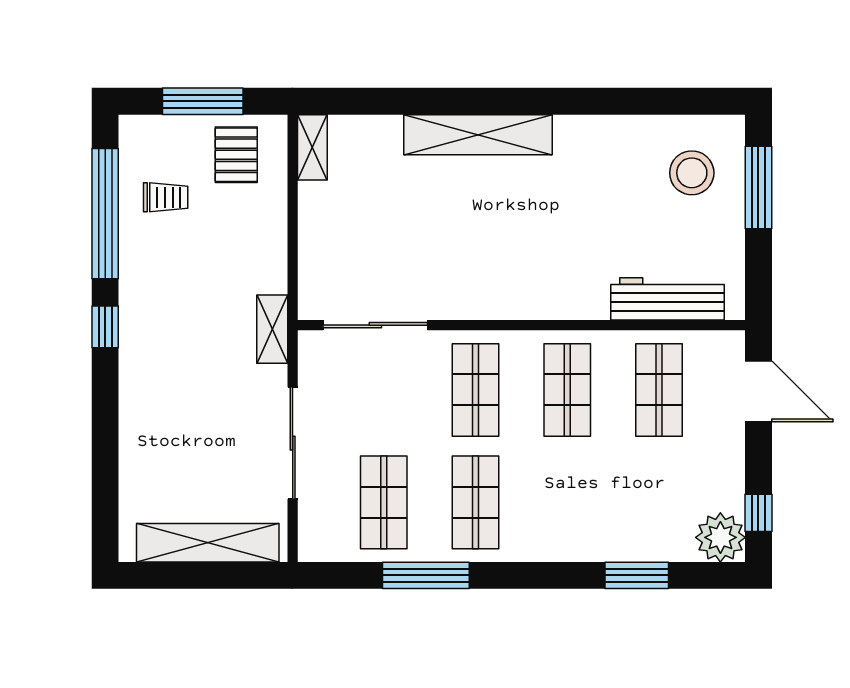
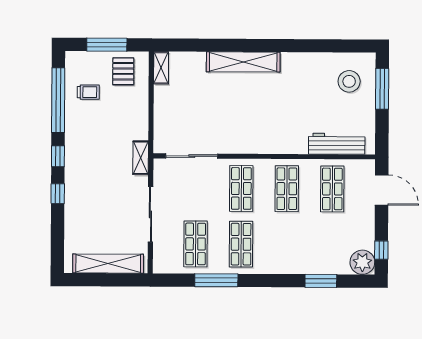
window: (105, 402) -> (58, 194), added

